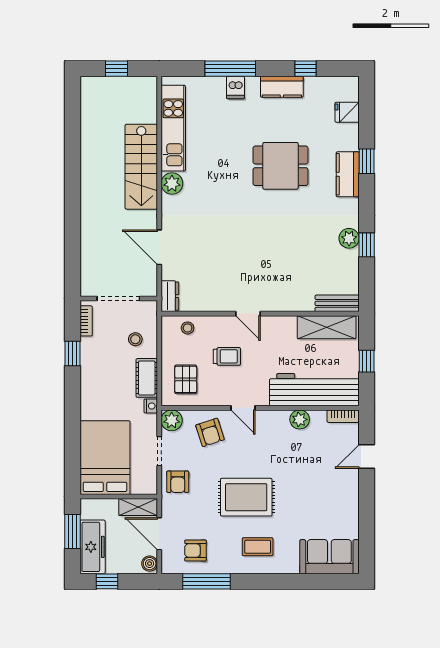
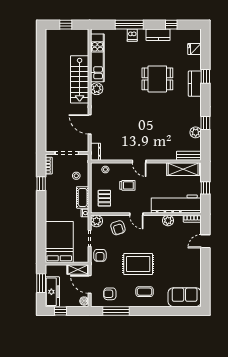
plant: (349, 238) -> (196, 132), moved

